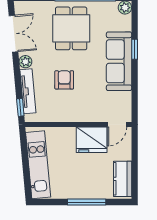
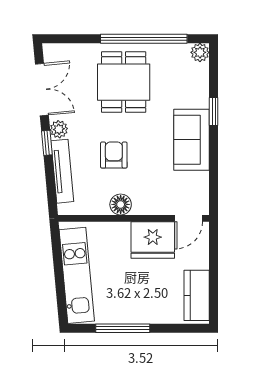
sofa: (119, 61) -> (192, 140), width x0.73
window: (20, 107) -> (47, 143), moved
floor lamp: (69, 115) -> (121, 204), added
window: (87, 202) -> (123, 328), moved

